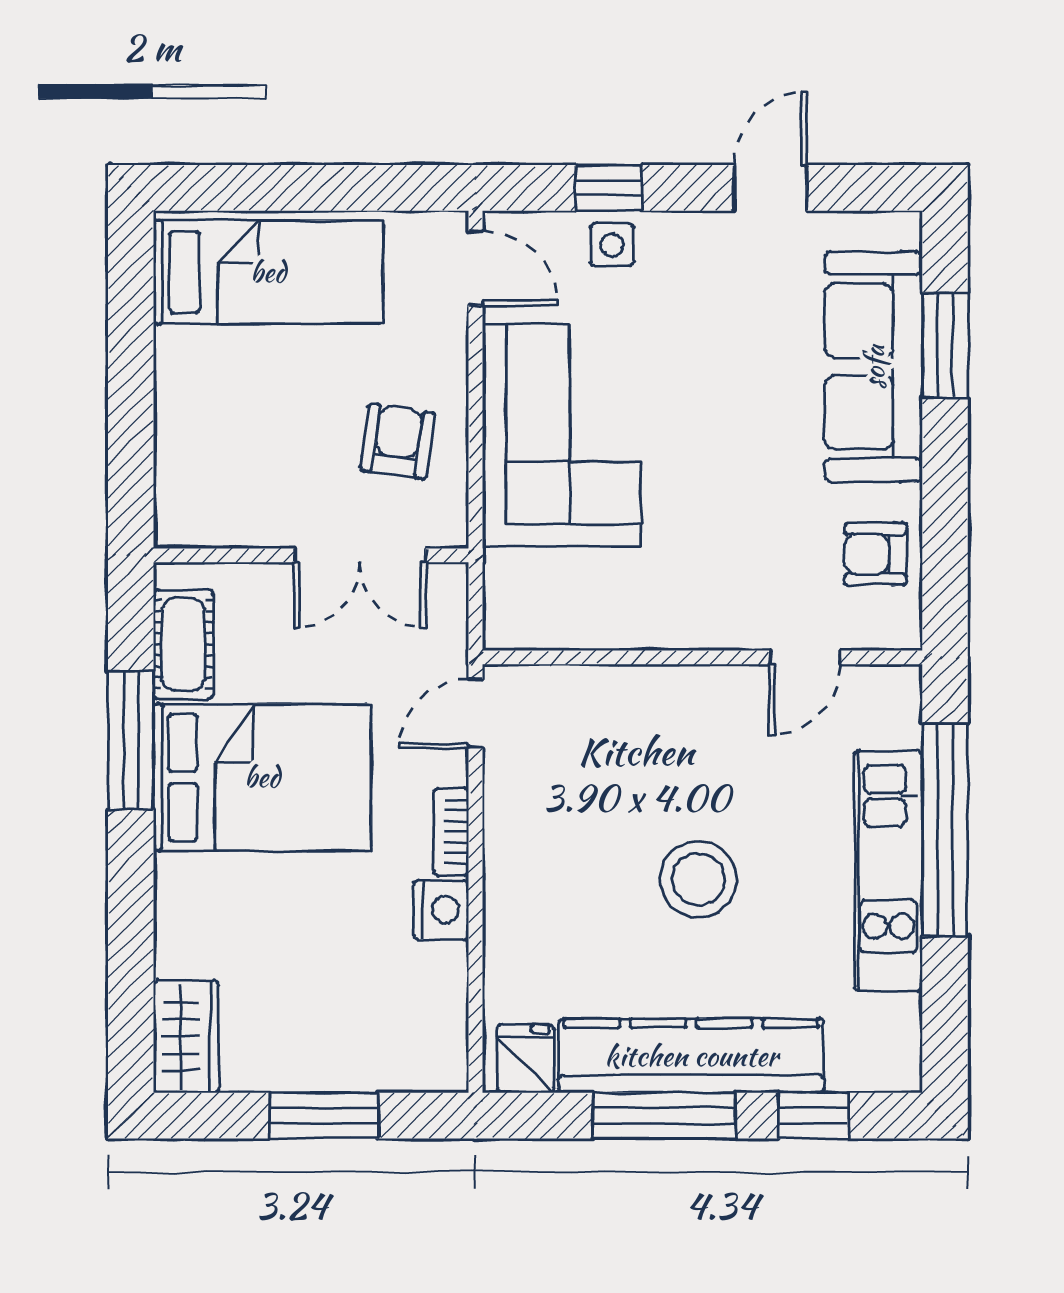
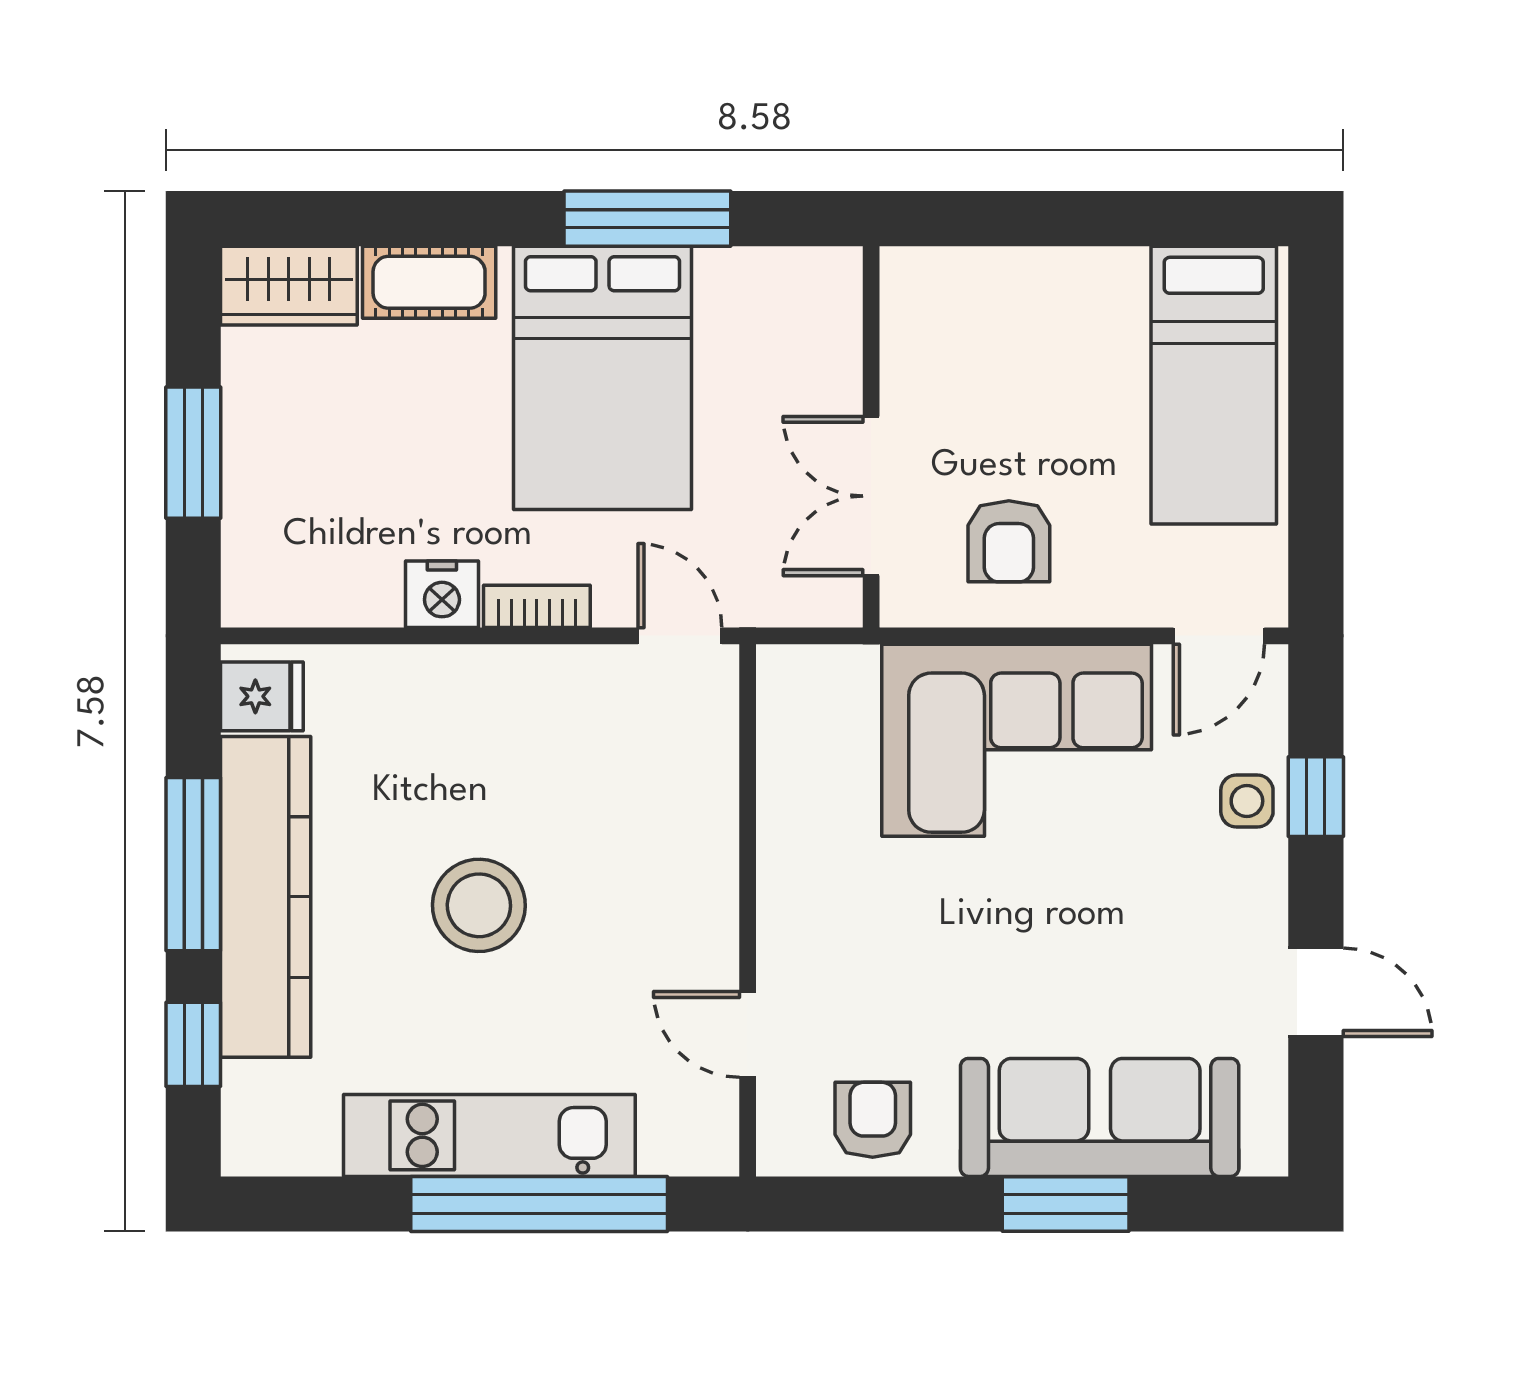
window: (945, 345) -> (1066, 1204), moved
armchair: (397, 442) -> (1009, 541), turned 82
cot: (183, 644) -> (429, 282), moved

